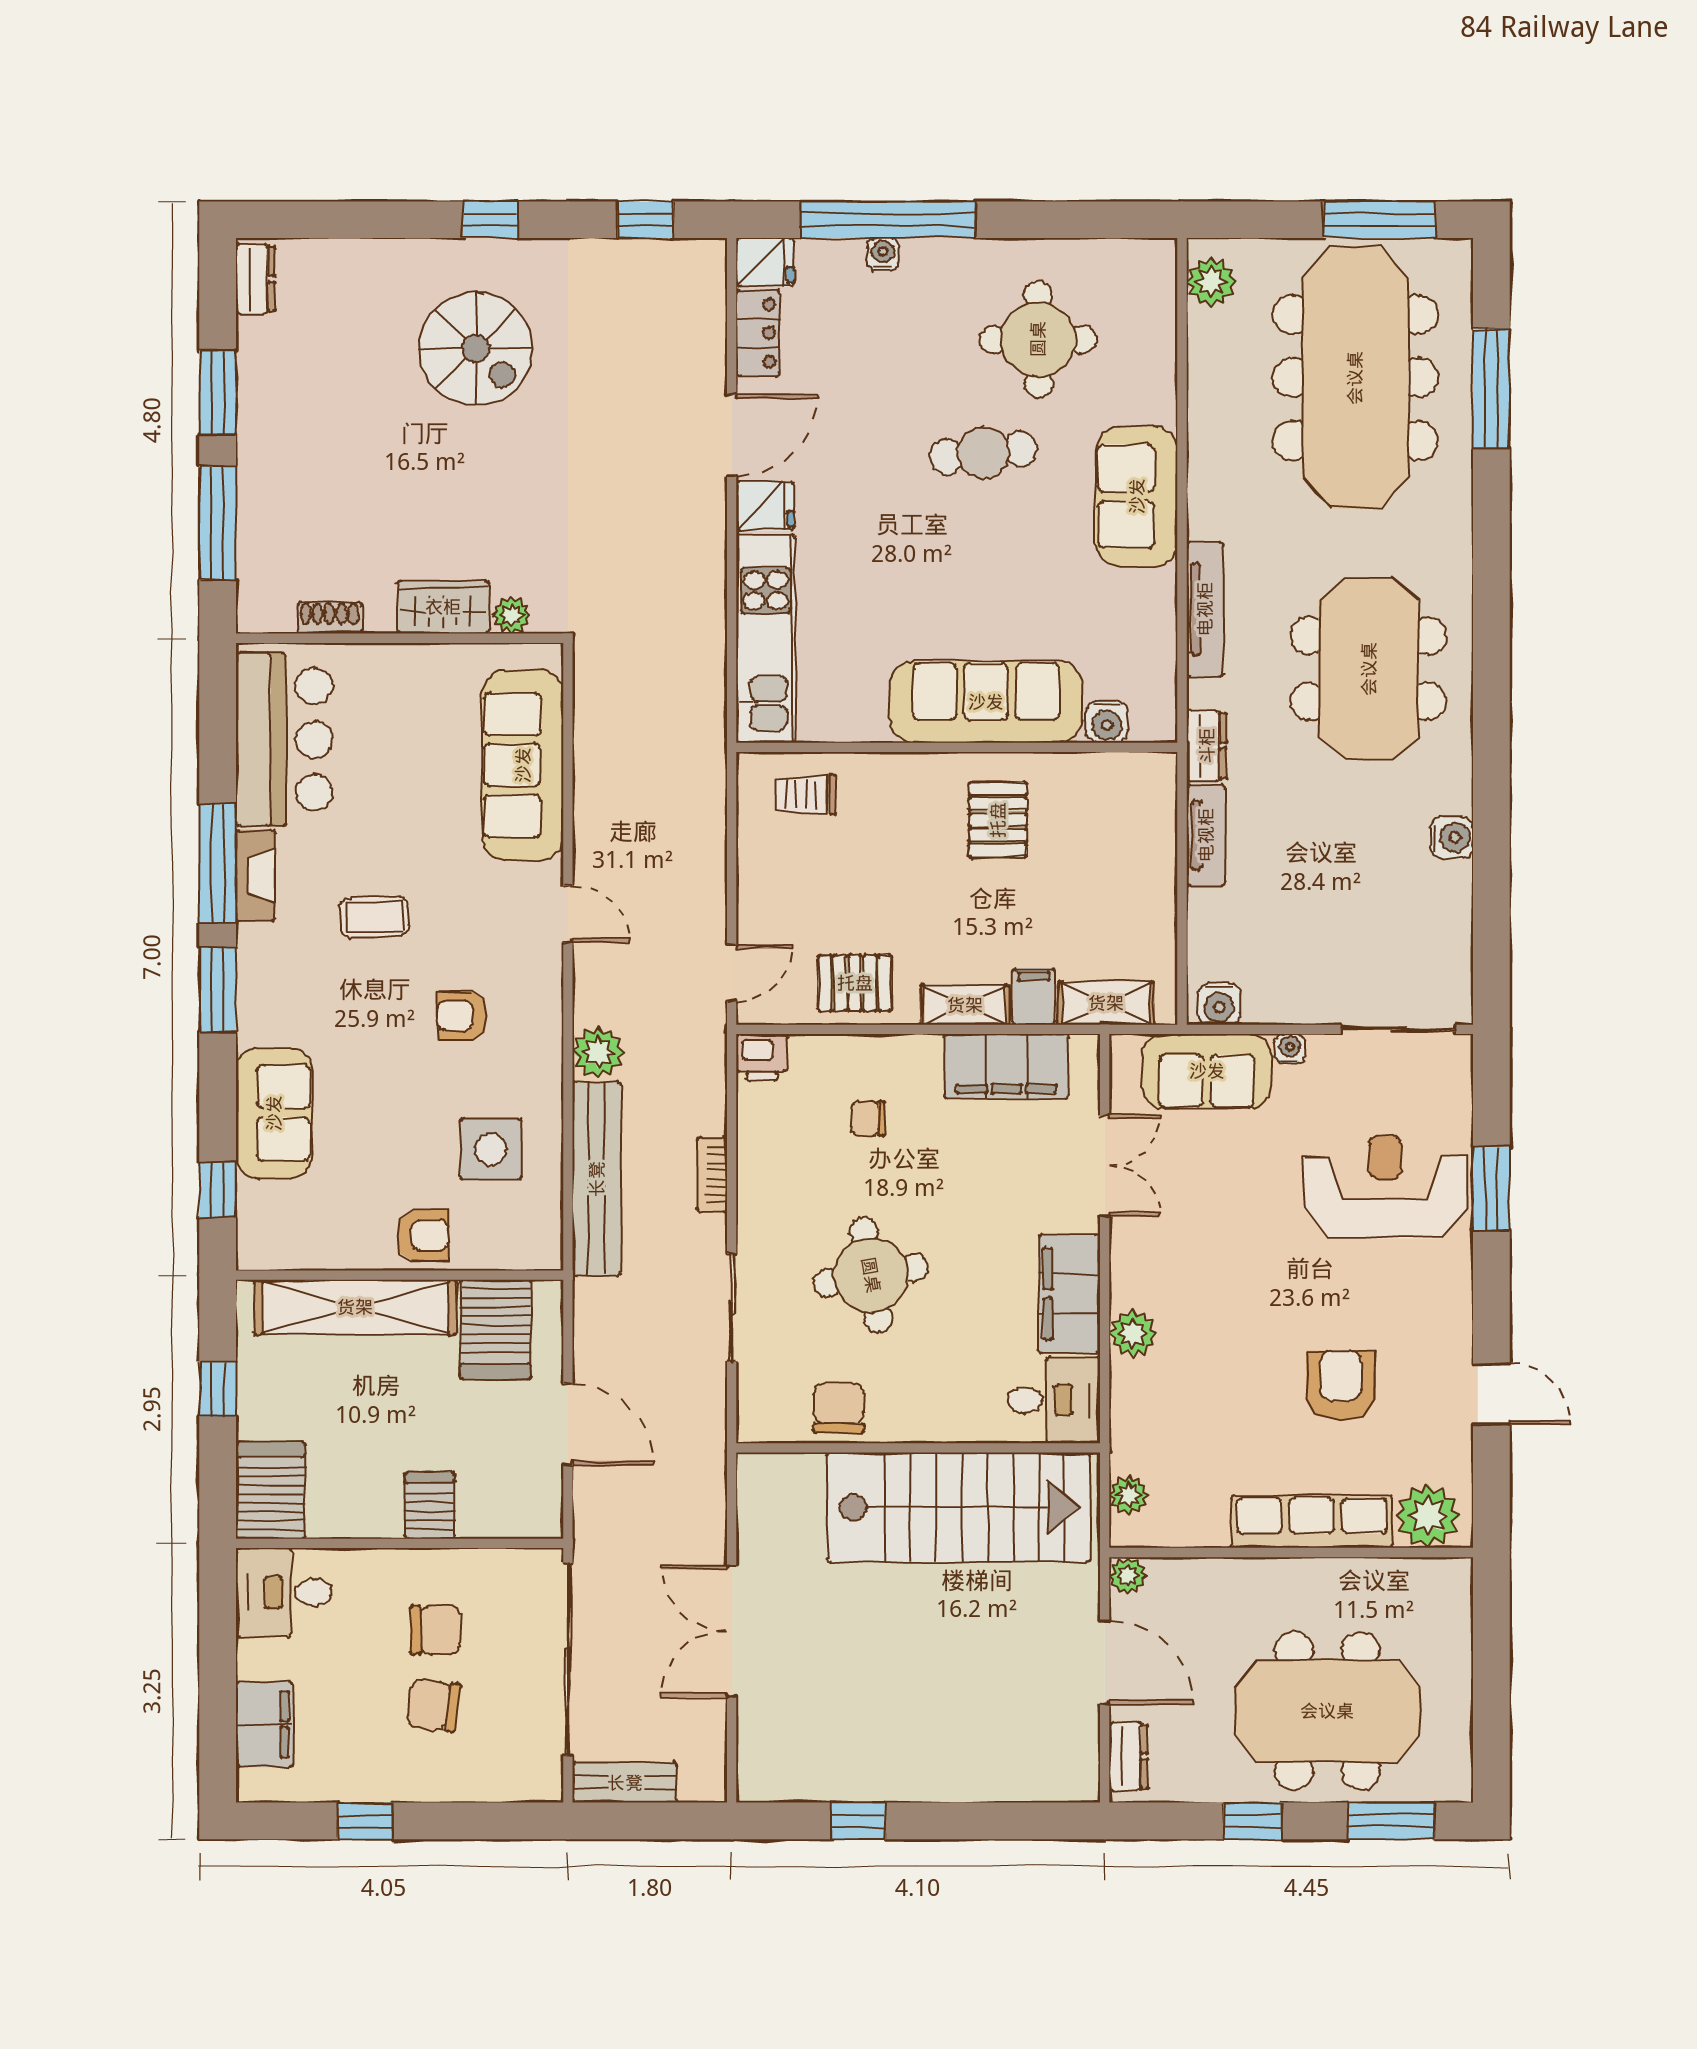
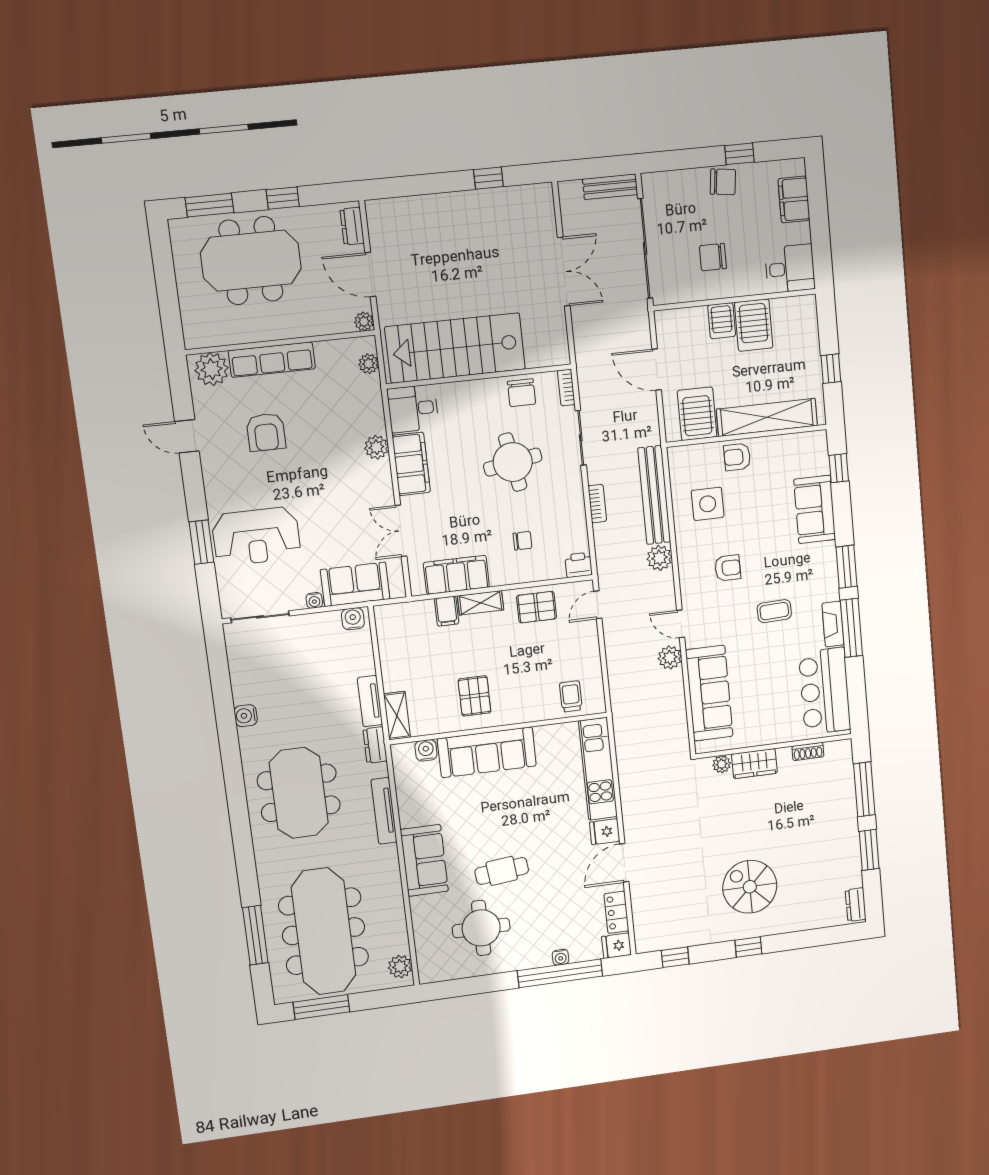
trolley: (805, 794) -> (571, 696), turned -90
plant: (597, 848) -> (670, 657), added
shelving: (1106, 1003) -> (397, 716), moved, turned 90
bookcase: (750, 1409) -> (566, 388), added
server rack: (271, 1490) -> (754, 325), moved
chair: (433, 1705) -> (723, 182), moved

